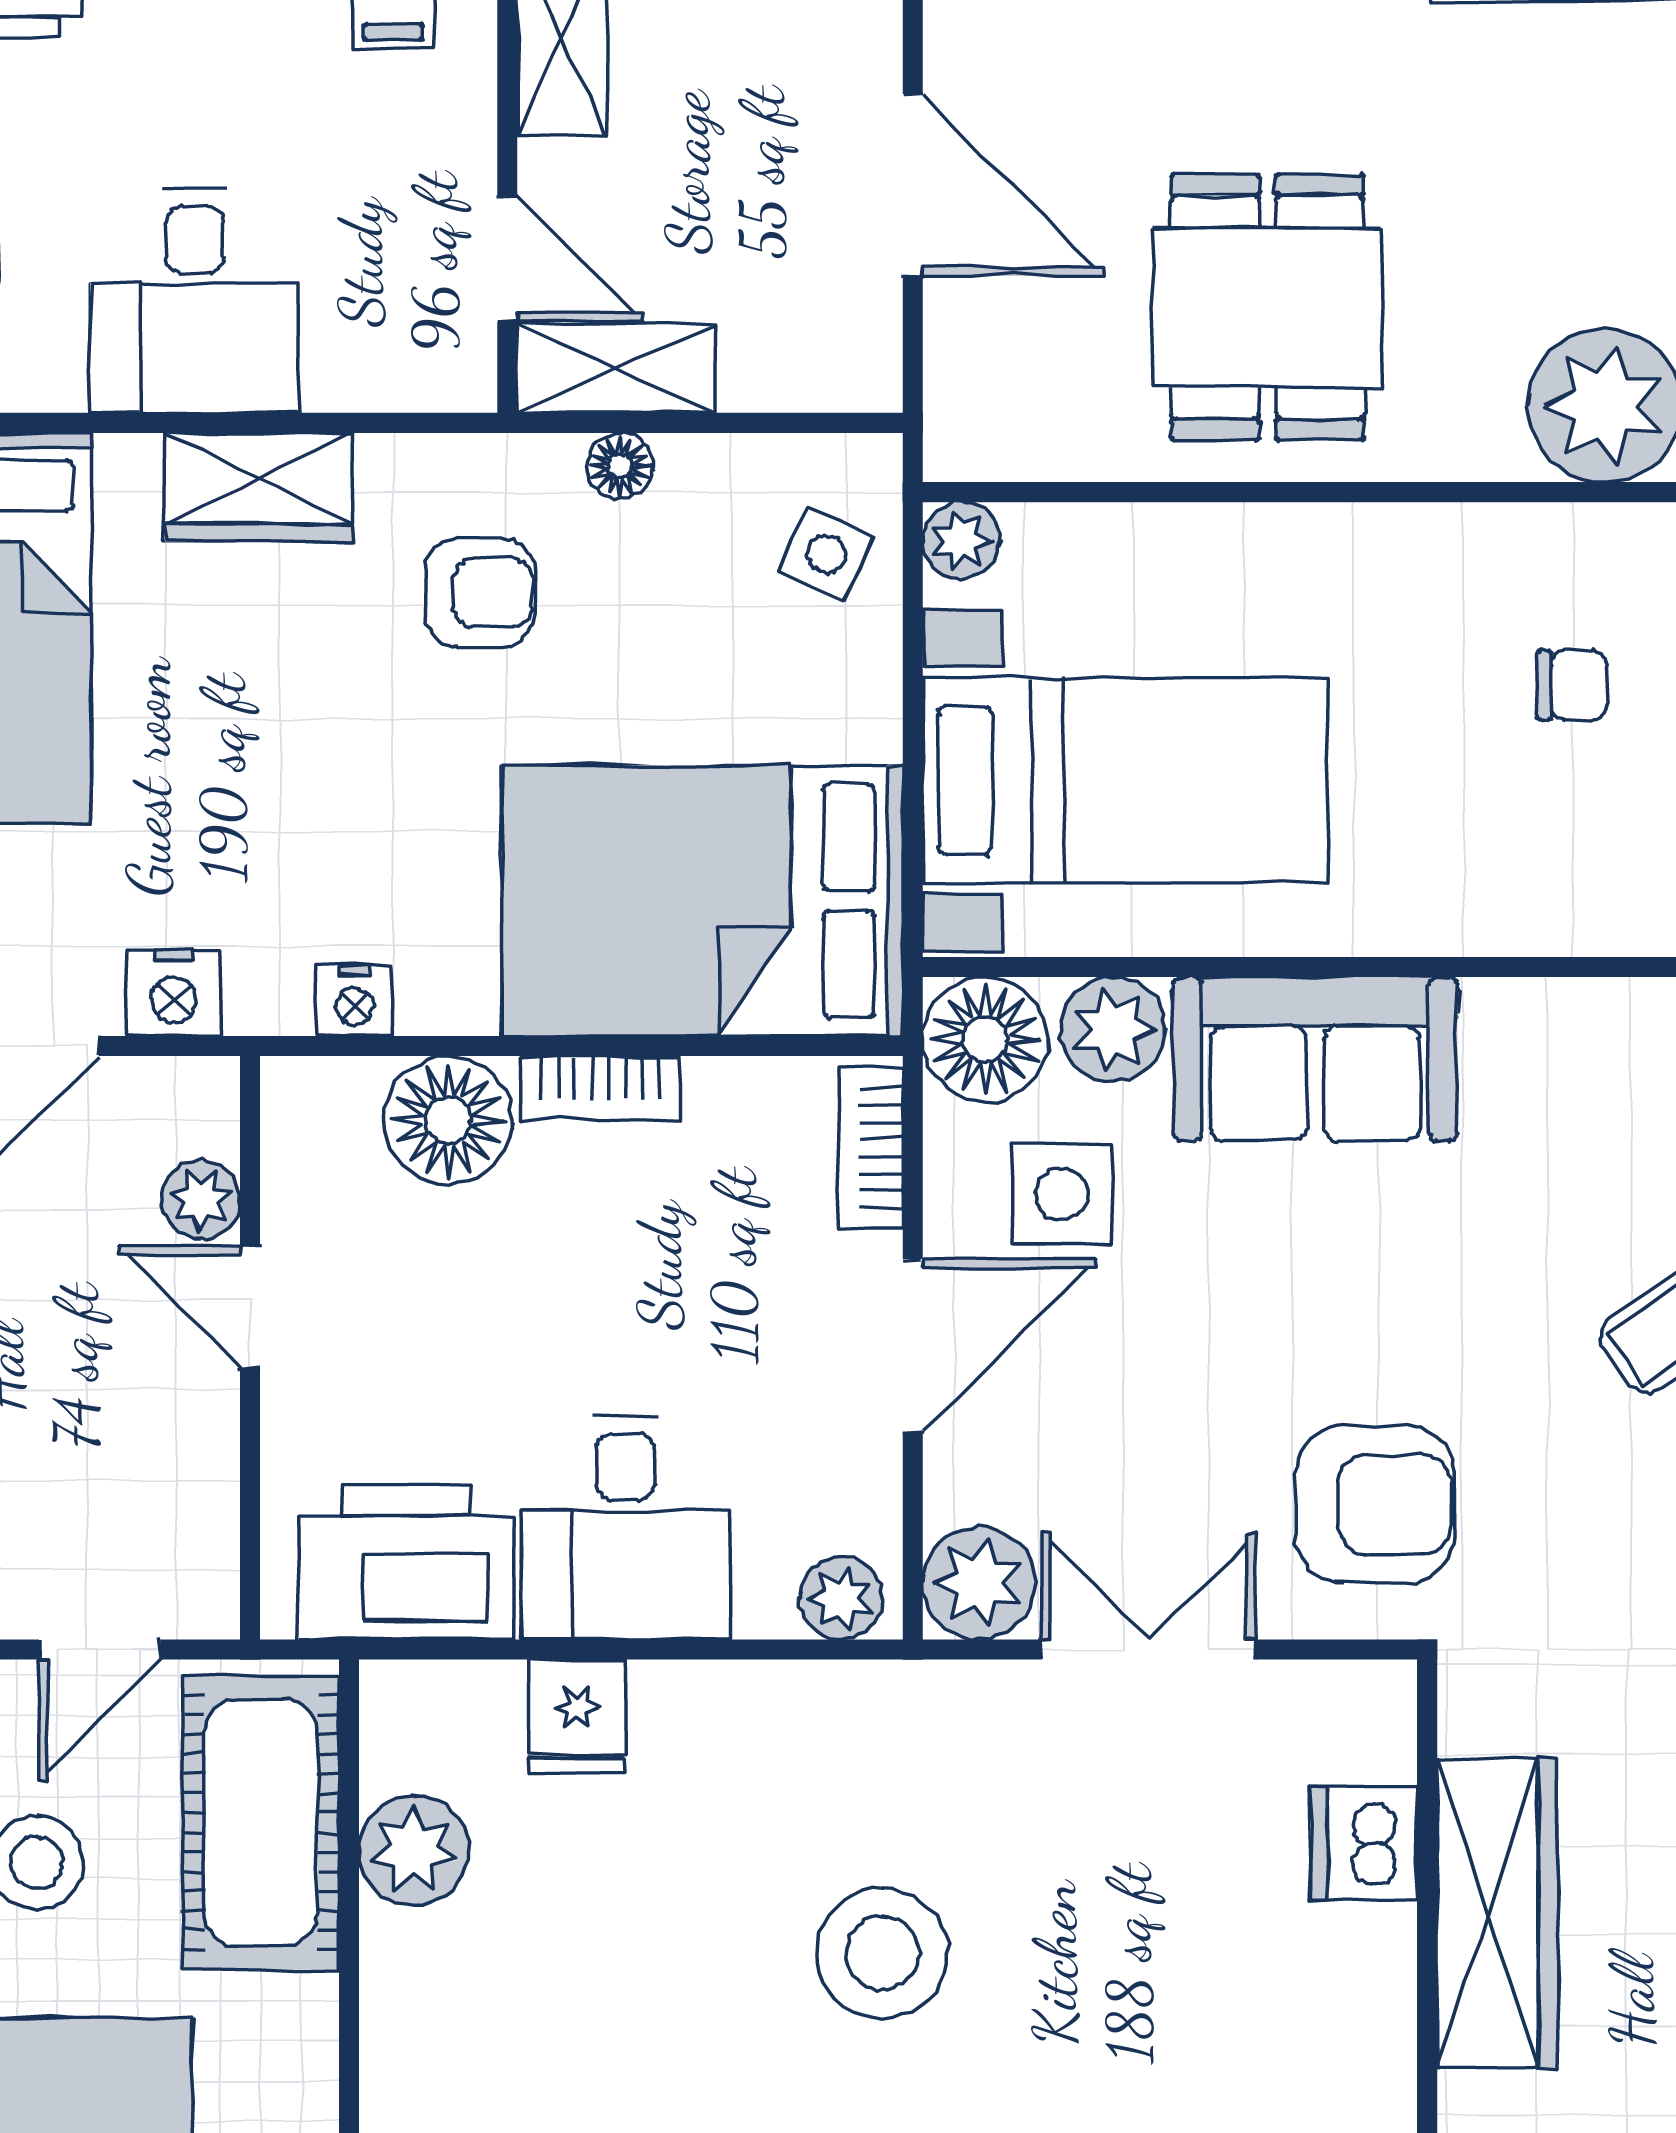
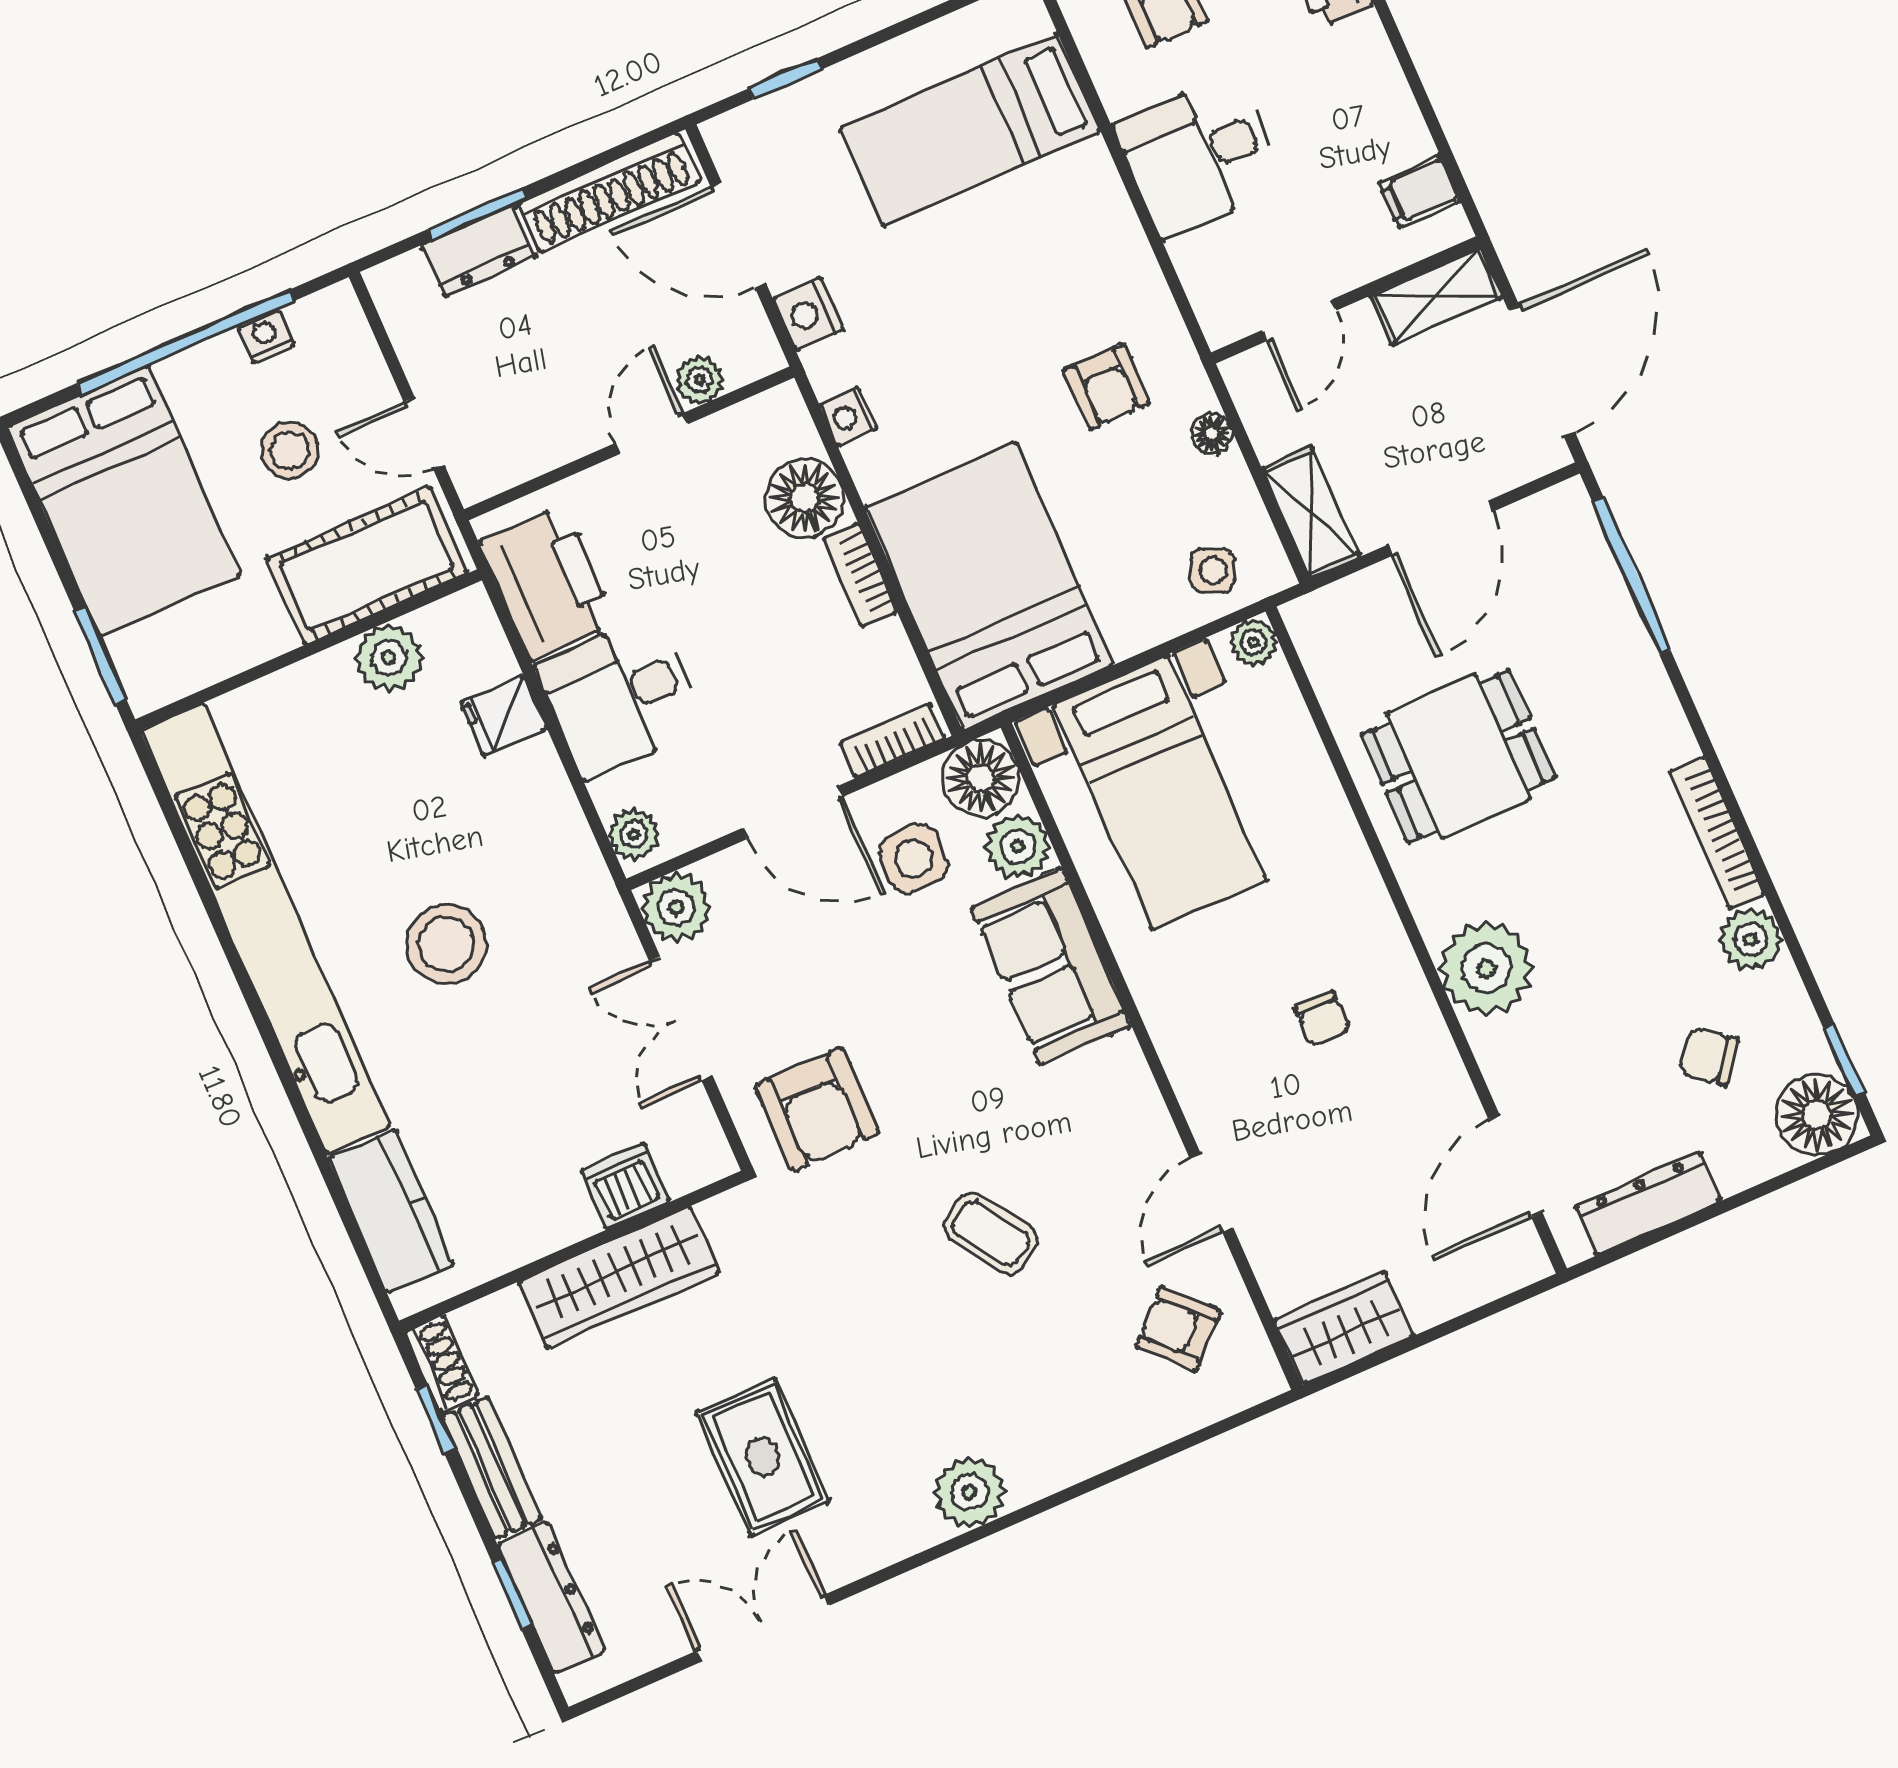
shelving: (616, 368) -> (1311, 513), moved
wardrobe: (259, 487) -> (1111, 237), removed
double door: (1149, 1649) -> (681, 1018), swing flipped

